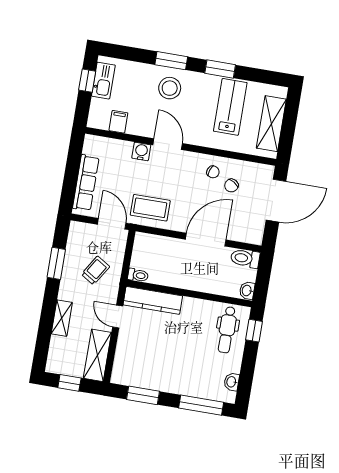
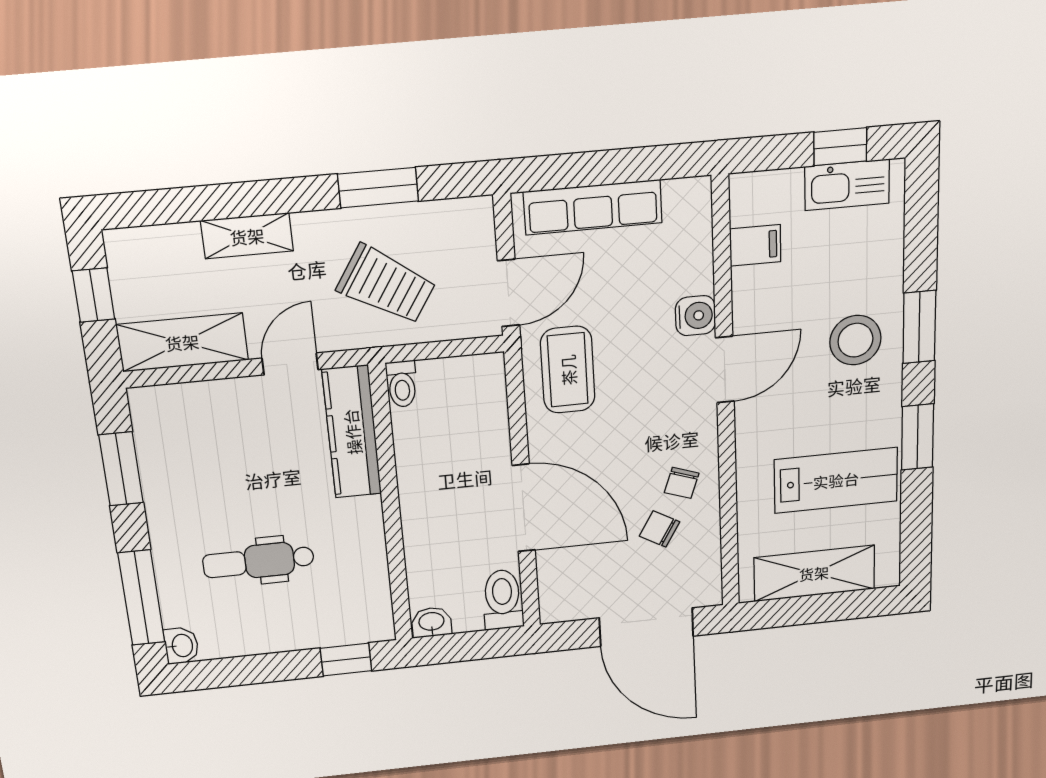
trolley: (95, 270) -> (386, 285), width x1.36, depth x1.39
dental chair: (227, 330) -> (258, 561), moved
washbasin: (232, 382) -> (181, 646), moved, turned 90

